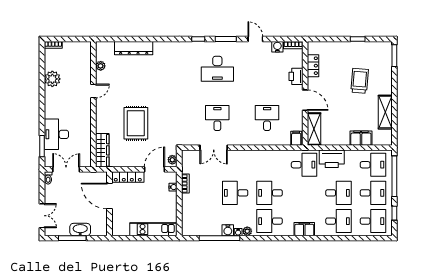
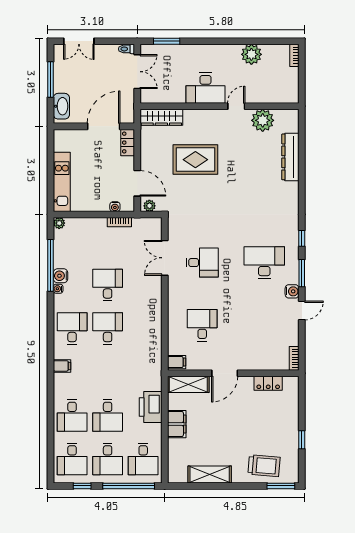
water cooler: (277, 47) -> (292, 291), moved
plant: (101, 66) -> (263, 120), width x1.87, depth x1.87
desk: (217, 69) -> (264, 263), turned 90
printer: (296, 76) -> (255, 362), removed
trolley: (360, 81) -> (264, 466), moved
door: (93, 91) -> (236, 106), swing flipped
desk: (267, 118) -> (202, 325), turned -90
desk: (56, 134) -> (205, 88), moved, turned 180
filing cabinet: (361, 138) -> (177, 424), moved
desk: (304, 165) -> (143, 372), removed
locker: (128, 177) -> (128, 143), width x0.66
filing cabinet: (304, 229) -> (62, 366), width x0.50
washbasin: (80, 230) -> (61, 106), moved
plant: (247, 231) -> (59, 223), moved

